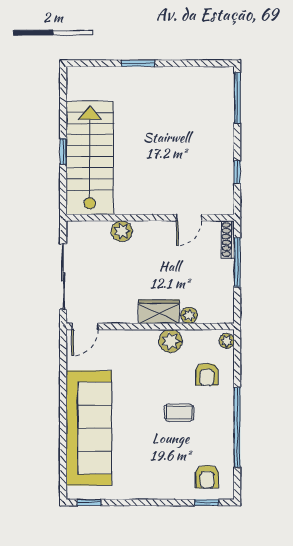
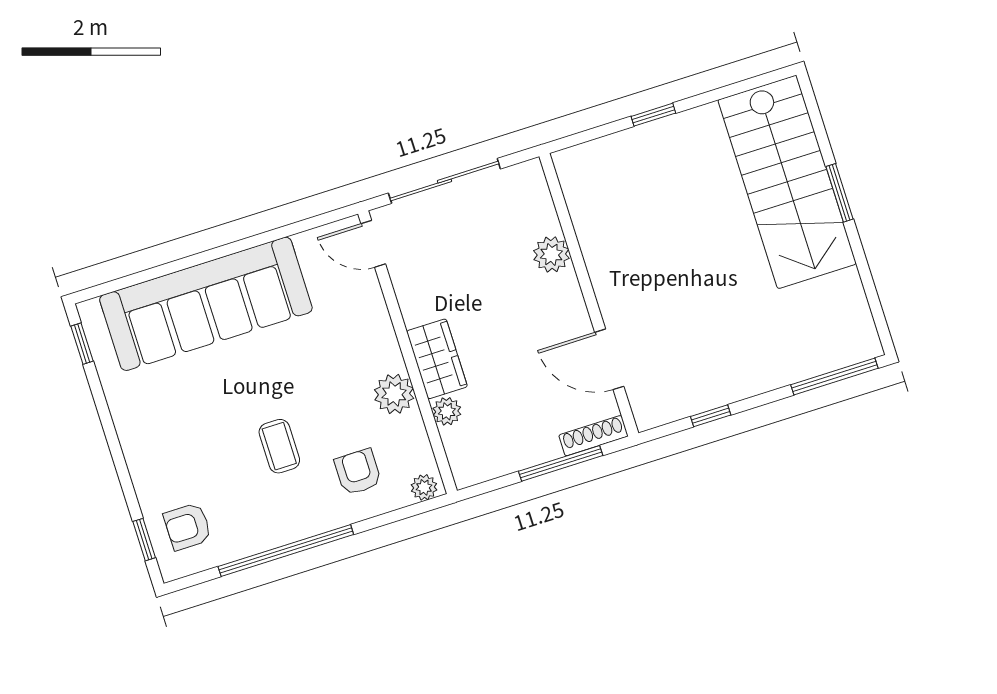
stairs: (90, 158) -> (787, 182), moved, turned 90
door: (189, 218) -> (609, 359), width x1.38
armchair: (207, 374) -> (358, 472), turned 90

